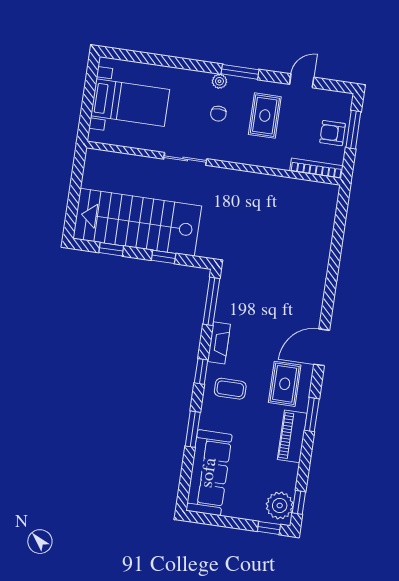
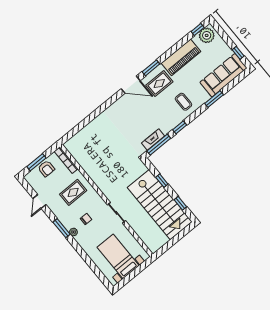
door: (302, 81) -> (40, 202), hinge flipped
rug: (265, 116) -> (73, 192), moved
fireplace: (219, 343) -> (153, 140), moved
window: (201, 371) -> (180, 127), moved
window: (312, 415) -> (151, 68), moved
piano: (292, 436) -> (181, 57), width x1.37, depth x1.33
window: (269, 528) -> (238, 53), moved

